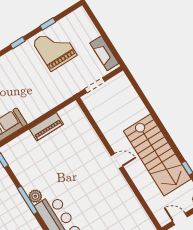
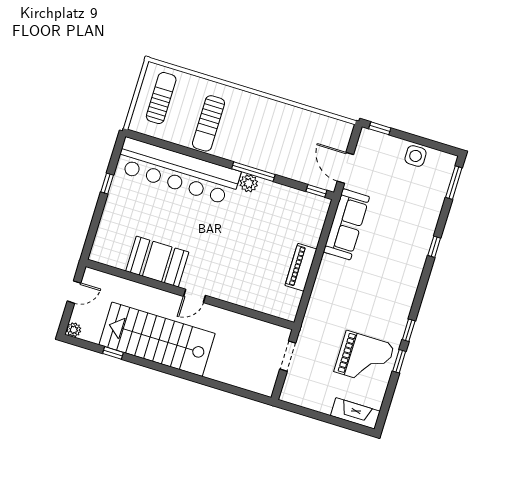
window: (48, 24) -> (399, 361), moved
fireplace: (104, 53) -> (355, 413), moved
booth: (121, 197) -> (157, 262), added

